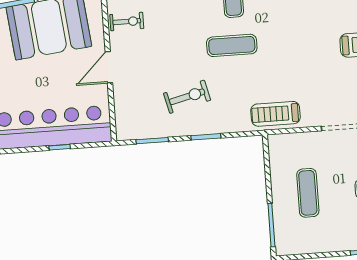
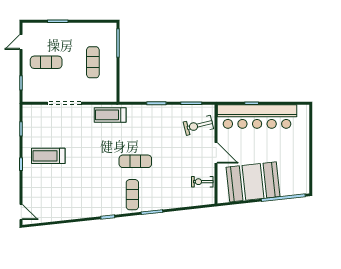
door: (109, 67) -> (216, 153), hinge flipped
exercise bike: (187, 97) -> (198, 125), moved
treadmill: (276, 114) -> (110, 115), turned 180

